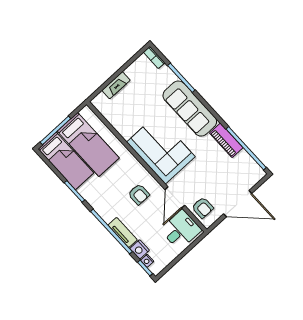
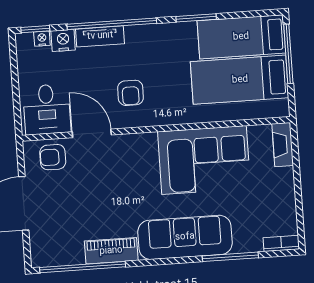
fireplace: (116, 85) -> (283, 145), moved
corner sofa: (161, 149) -> (204, 160), moved
armchair: (139, 194) -> (131, 93), turned -90

